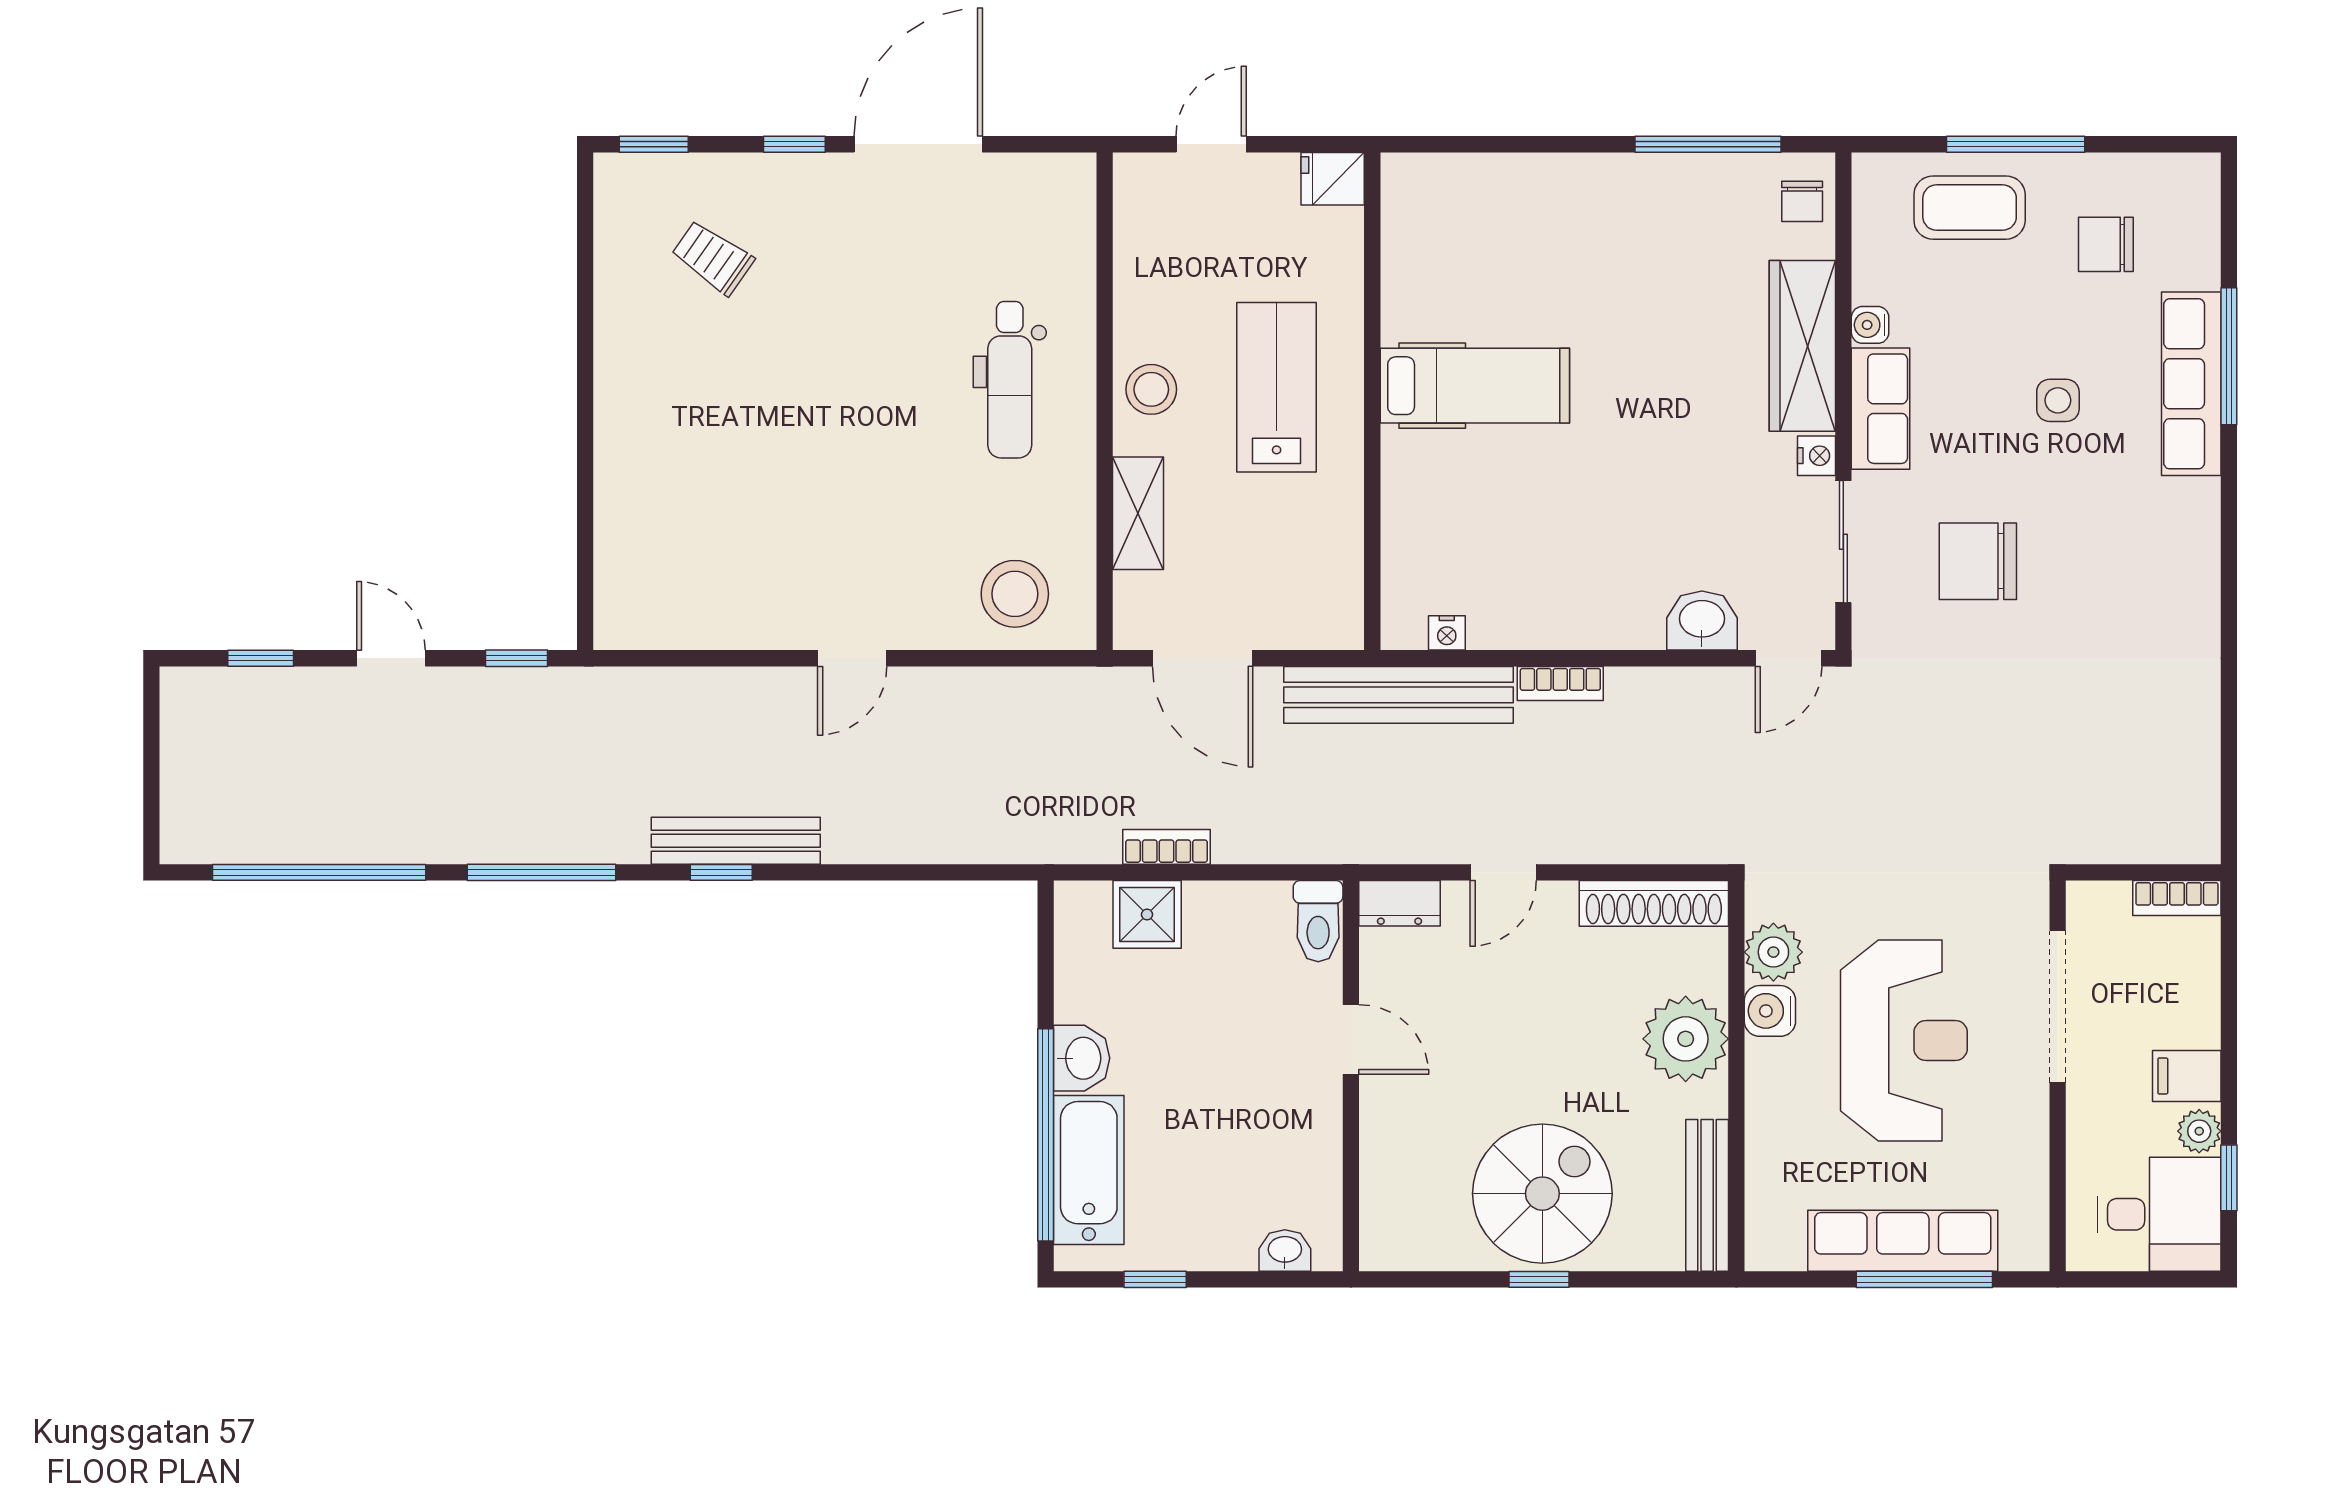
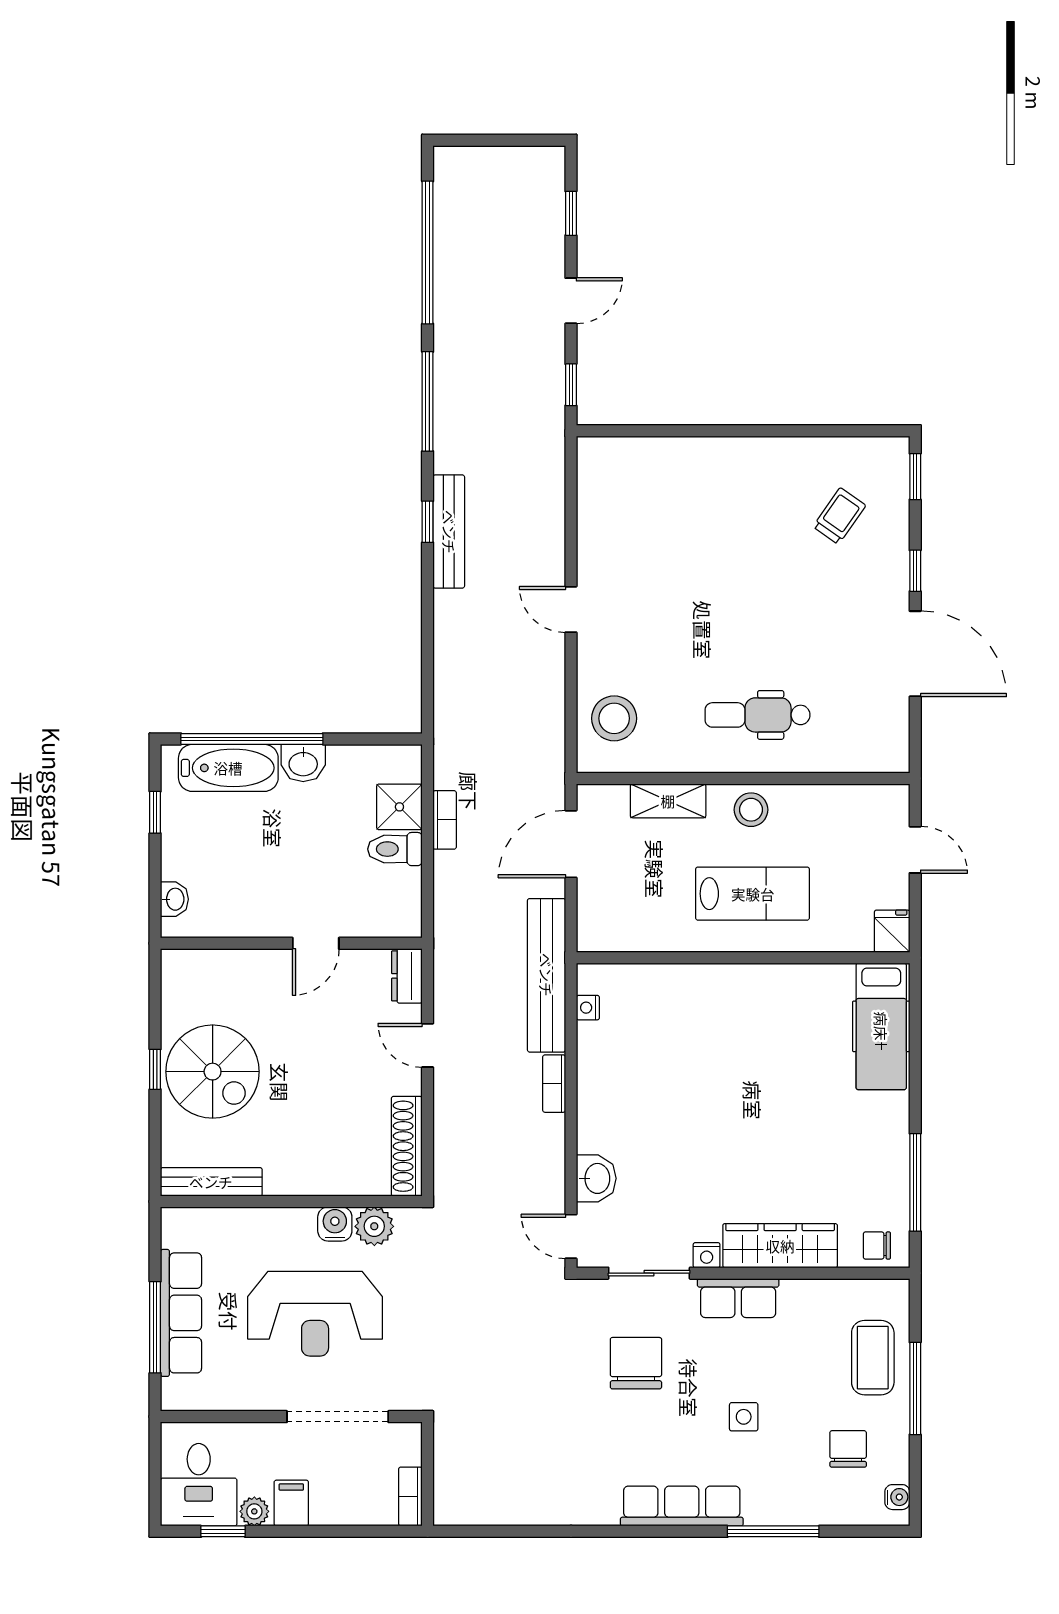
water cooler: (1870, 325) -> (897, 1497), moved, turned 90
row of seats: (2191, 384) -> (682, 1506), moved
hospital bed: (1475, 386) -> (881, 1026), moved
toilet: (1318, 921) -> (395, 849), moved
plant: (1686, 1039) -> (316, 1167), removed

